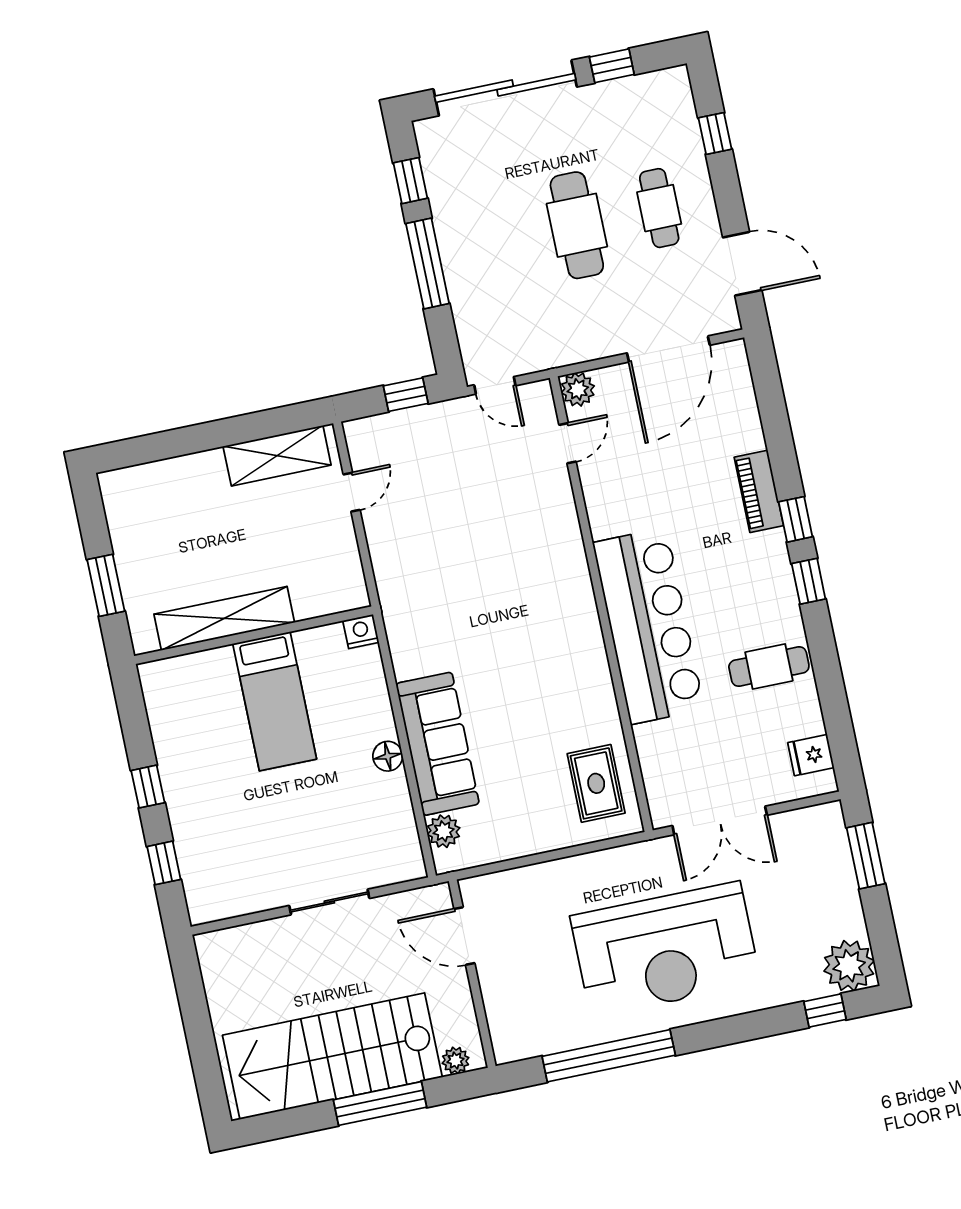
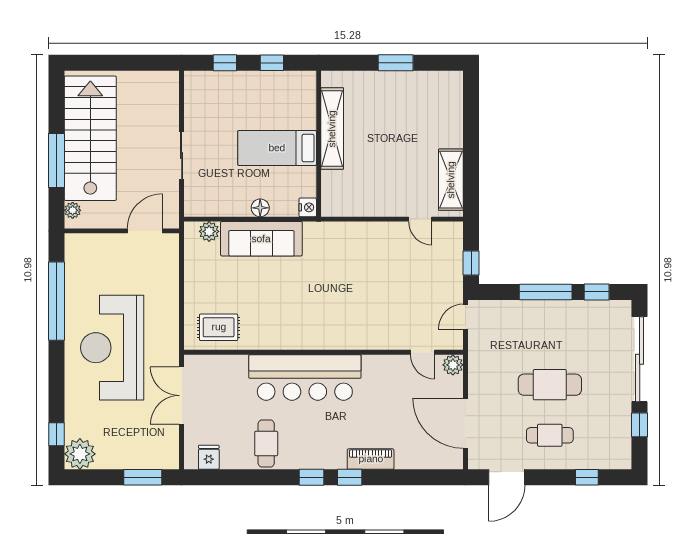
shelving: (224, 618) -> (332, 129), moved
nightstand: (361, 631) -> (308, 207), moved
wall: (254, 635) -> (319, 144), moved
bed: (275, 701) -> (277, 148), moved

